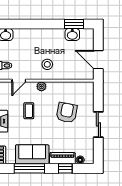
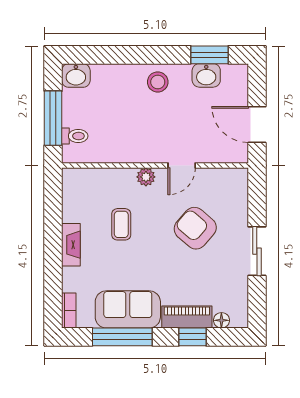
stool: (47, 64) -> (158, 82), moved
door: (19, 81) -> (182, 166), moved
armchair: (67, 113) -> (195, 228), turned -60

